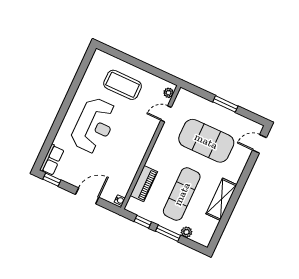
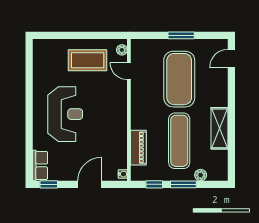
coffee table: (123, 85) -> (88, 60), moved
door: (166, 114) -> (129, 71), hinge flipped
exercise mat: (206, 141) -> (179, 79), turned 90

